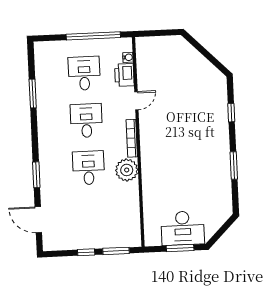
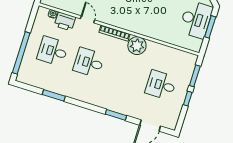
window: (93, 36) -> (21, 53), moved
desk: (89, 168) -> (161, 85), moved

